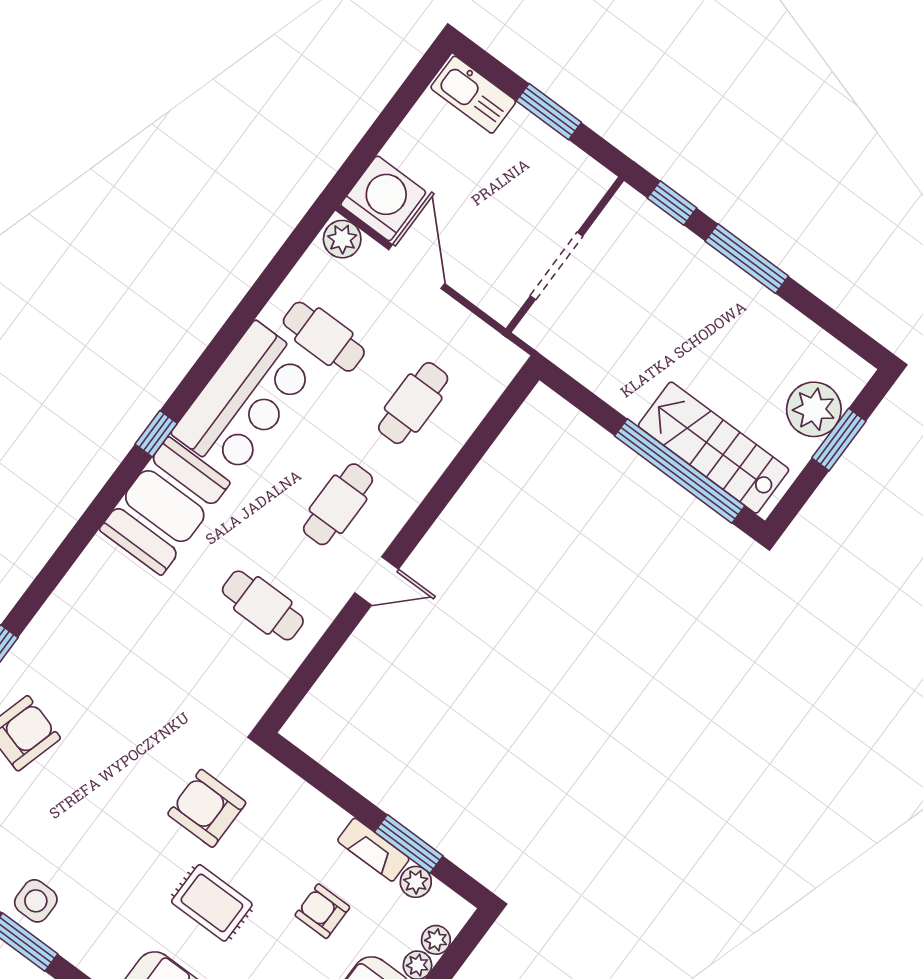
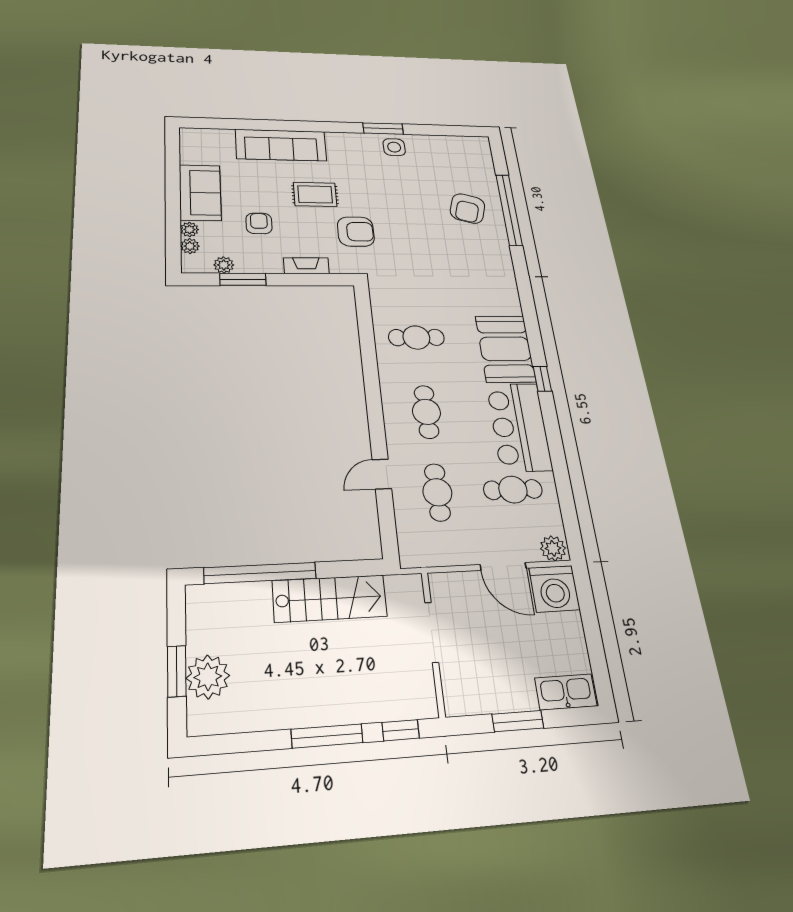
stairs: (714, 448) -> (330, 598), moved
door: (377, 581) -> (382, 474), moved
fireplace: (373, 850) -> (306, 266), moved
armchair: (322, 911) -> (259, 223), turned -90

